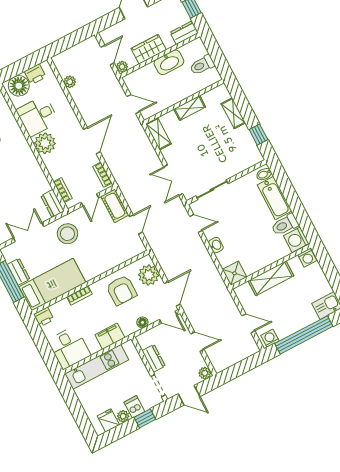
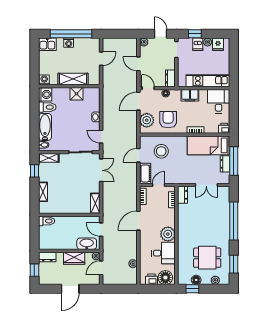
washbasin: (169, 62) -> (87, 244), moved
toilet: (202, 65) -> (47, 221), moved
shelving: (190, 108) -> (49, 158), moved
stool: (67, 234) -> (161, 151), moved
shower: (235, 273) -> (76, 94), moved
door: (248, 323) -> (101, 59), swing flipped
washing machine: (270, 338) -> (69, 43), moved
dresser: (154, 358) -> (170, 78), moved

